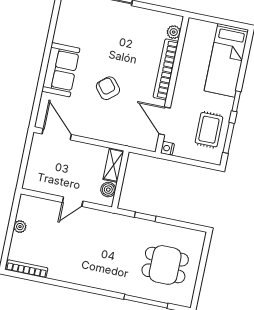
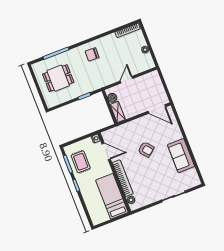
bed: (226, 60) -> (112, 196), moved
sofa: (61, 70) -> (181, 156), moved
chair: (97, 267) -> (92, 54), added

